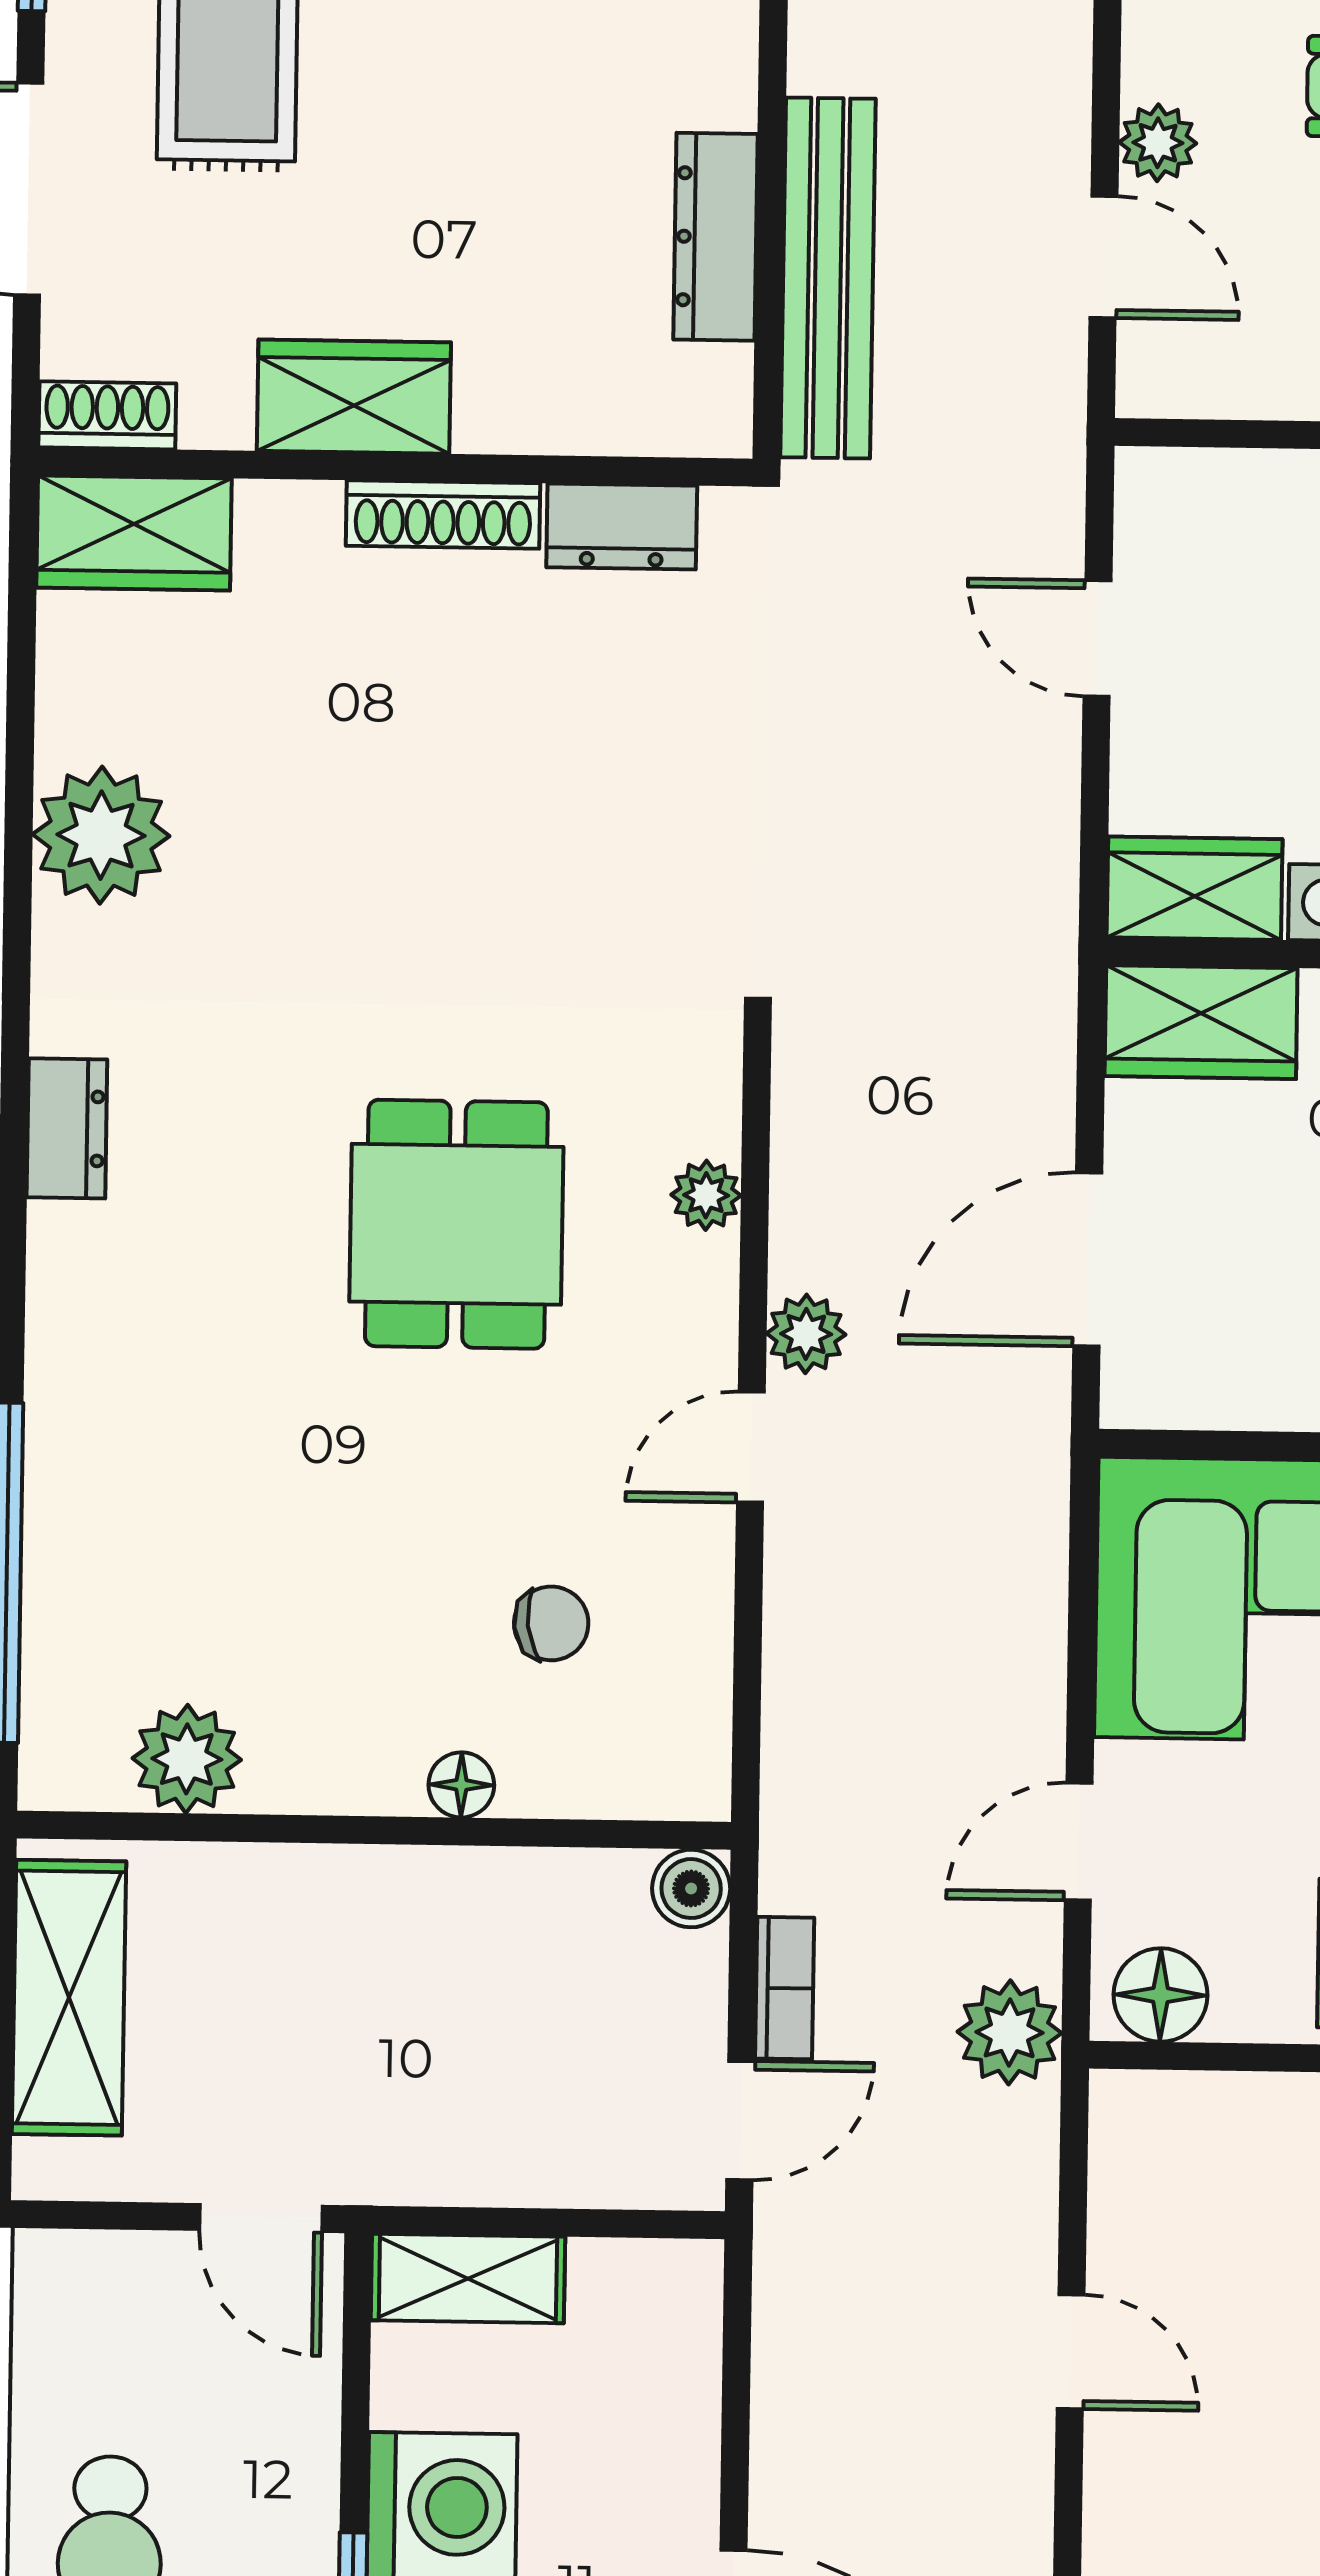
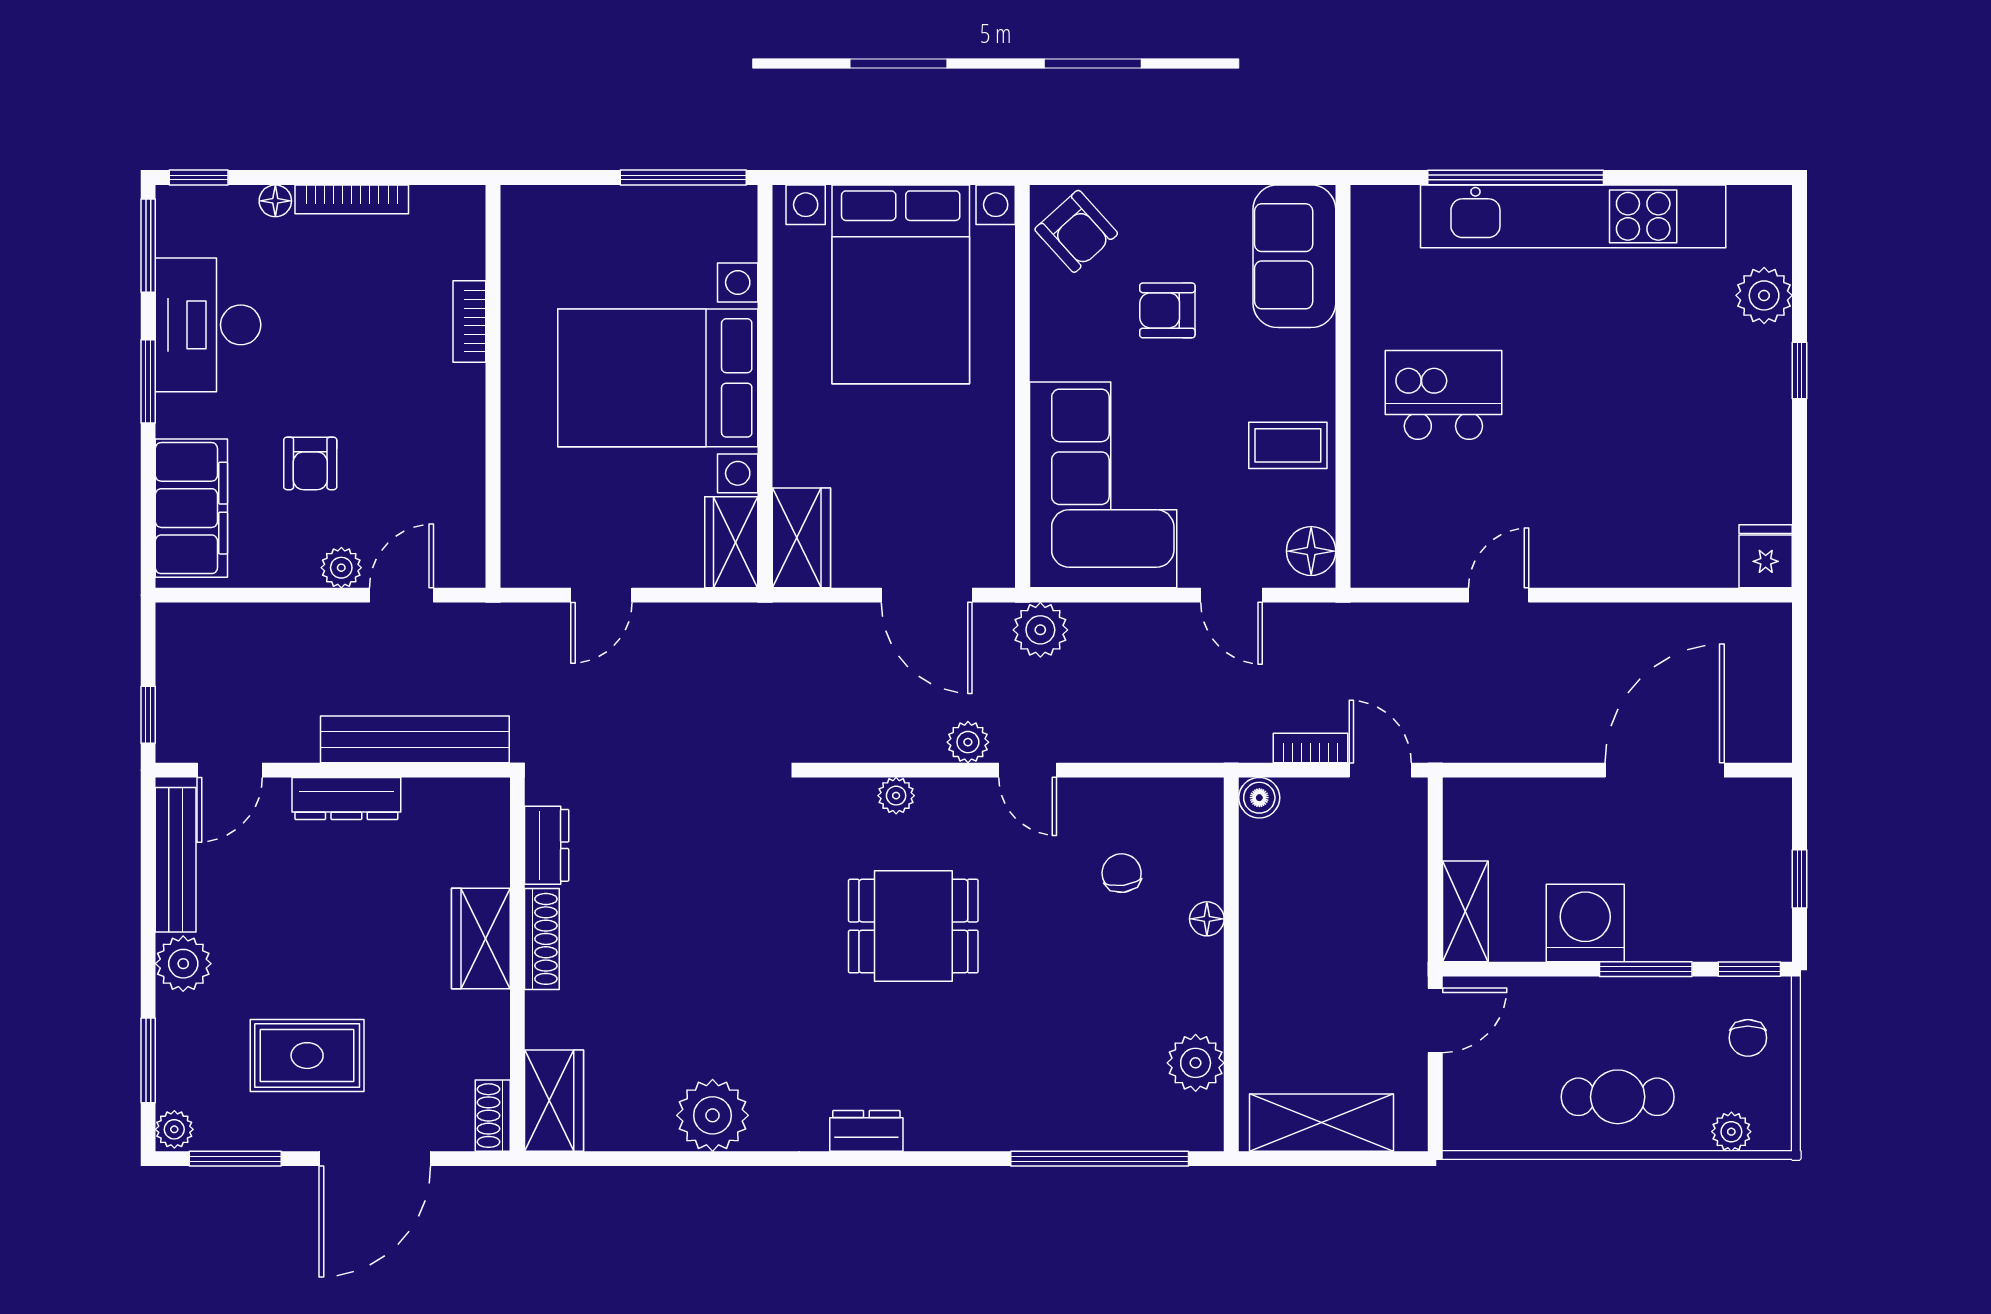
dresser: (715, 237) -> (346, 799), moved
wardrobe: (354, 397) -> (481, 938), moved
plant: (1010, 2032) -> (1040, 630), moved

